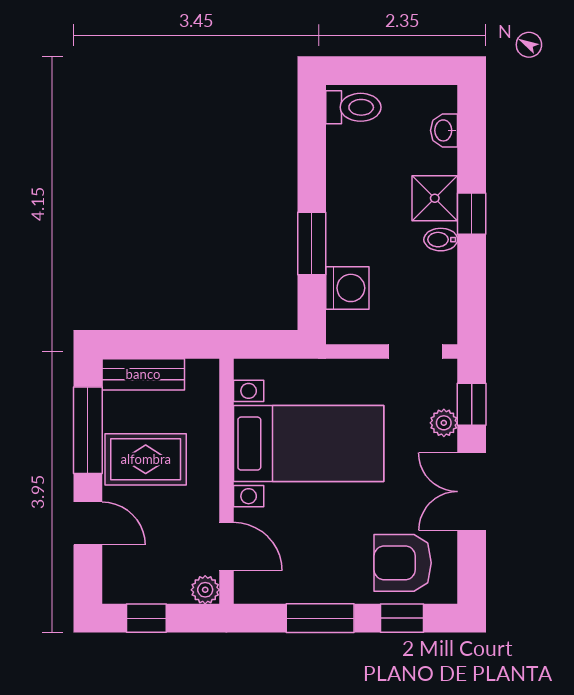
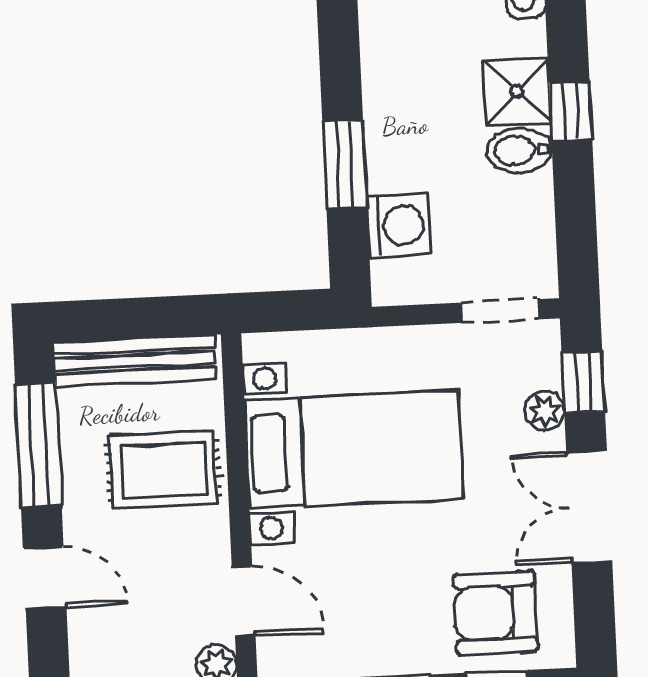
bidet: (441, 240) -> (520, 150), width x1.38, depth x1.36
bench: (143, 374) -> (135, 361), width x1.36
rug: (146, 459) -> (164, 470), moved

